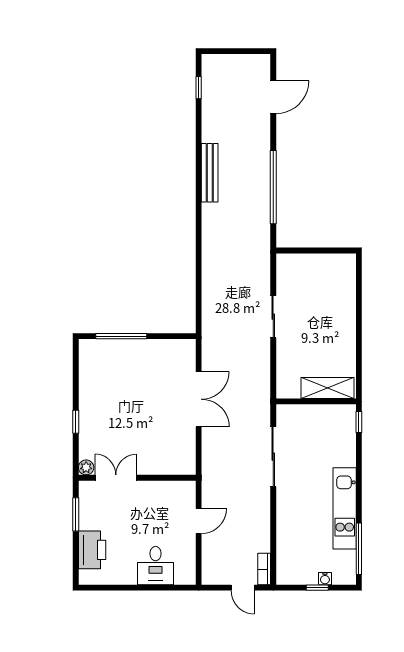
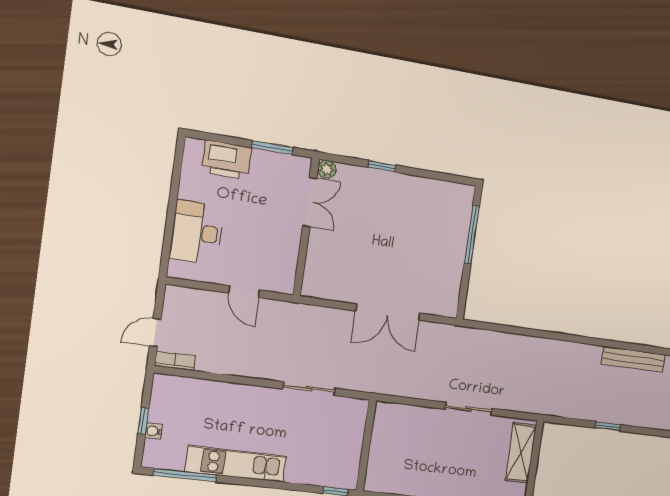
window: (273, 187) -> (608, 426), width x0.32
shelving: (328, 388) -> (521, 453), moved
sliding door: (273, 457) -> (309, 389), width x0.73
desk: (155, 566) -> (197, 232), width x1.37

